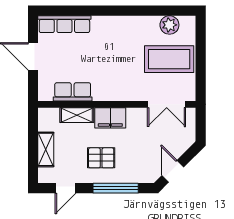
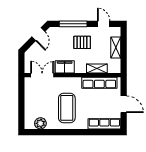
coffee table: (169, 59) -> (67, 108), moved, turned 90
row of seats: (73, 92) -> (99, 83), width x1.48
filing cabinet: (110, 118) -> (65, 67), moved
door: (66, 188) -> (104, 24), hinge flipped

